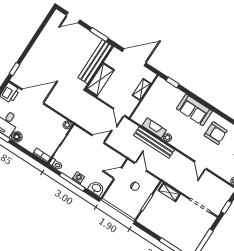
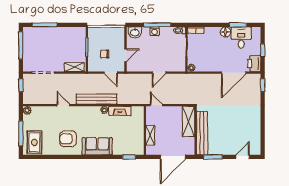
bench: (154, 143) -> (96, 99), moved

